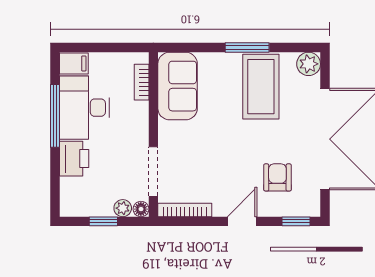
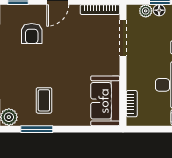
window: (247, 48) -> (37, 129), moved
coffee table: (261, 87) -> (44, 100), width x0.54, depth x0.58
floor lamp: (141, 209) -> (159, 10), moved

